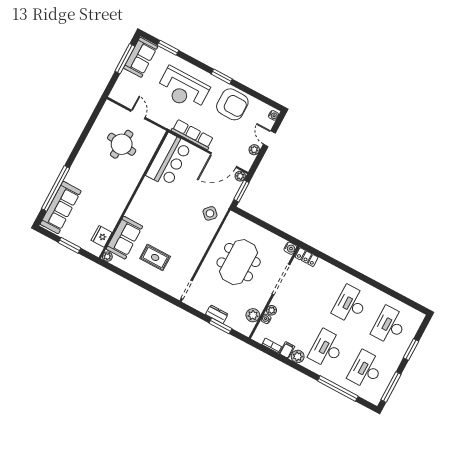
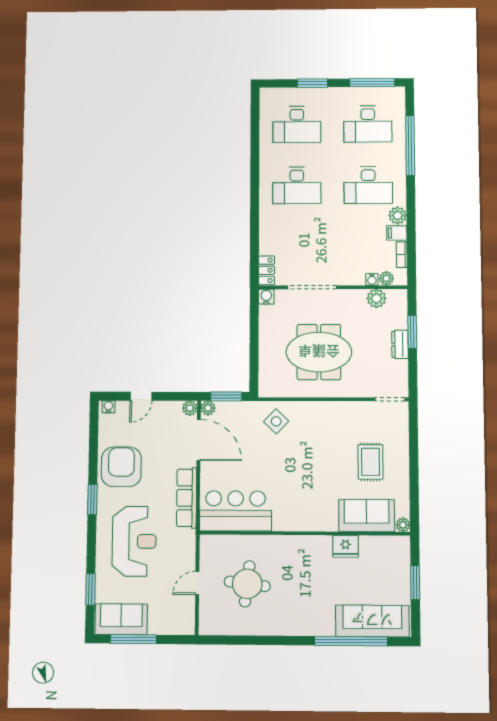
plant: (254, 150) -> (190, 408), moved
fridge: (102, 236) -> (345, 546), moved
plant: (272, 310) -> (386, 278), moved

